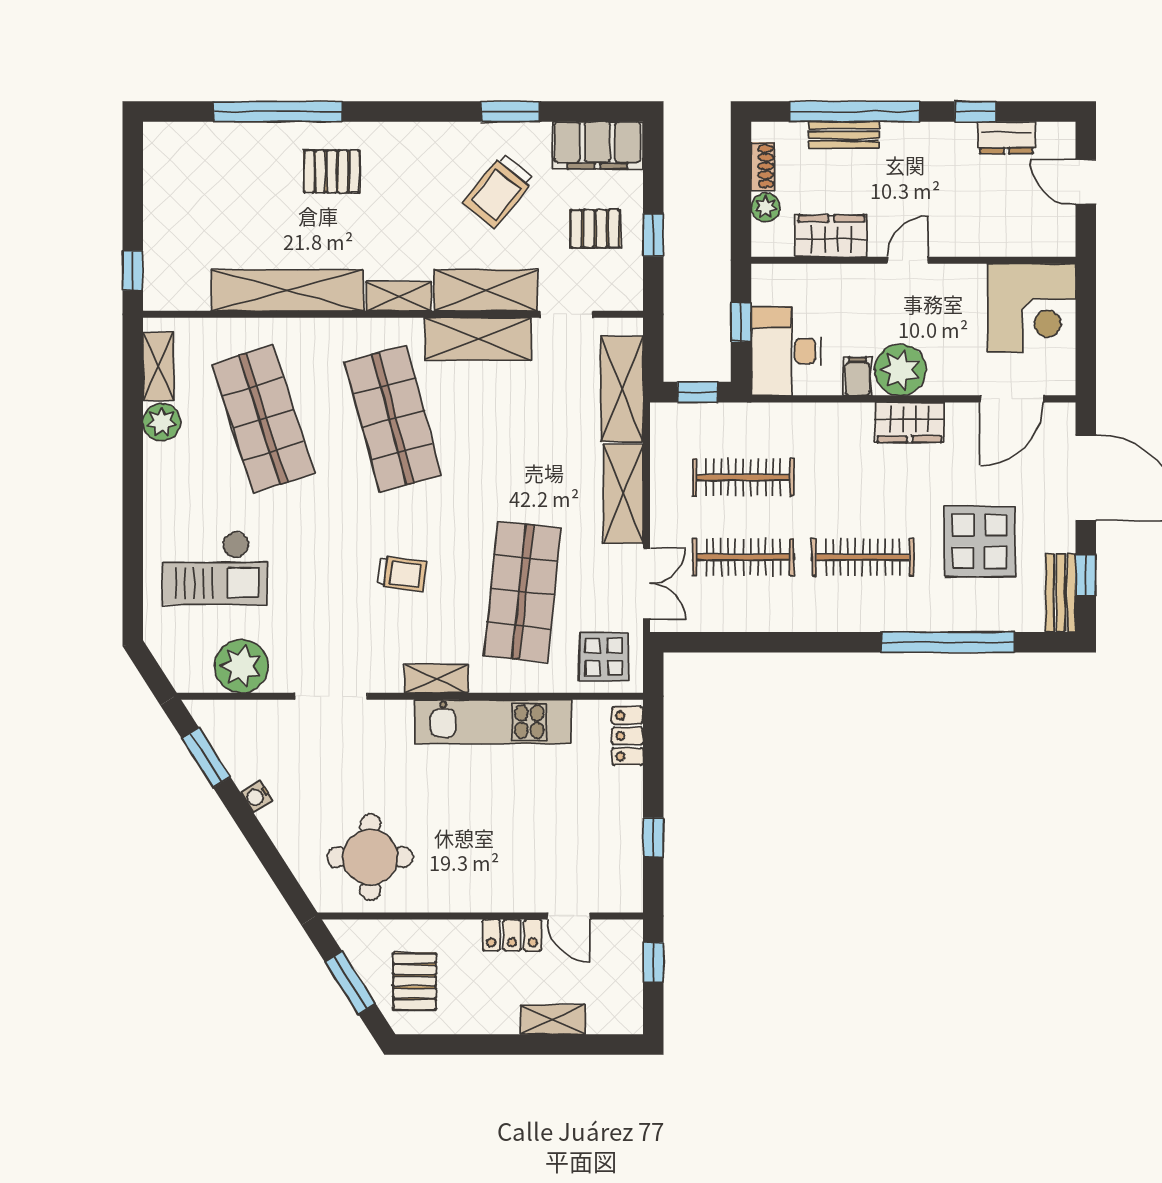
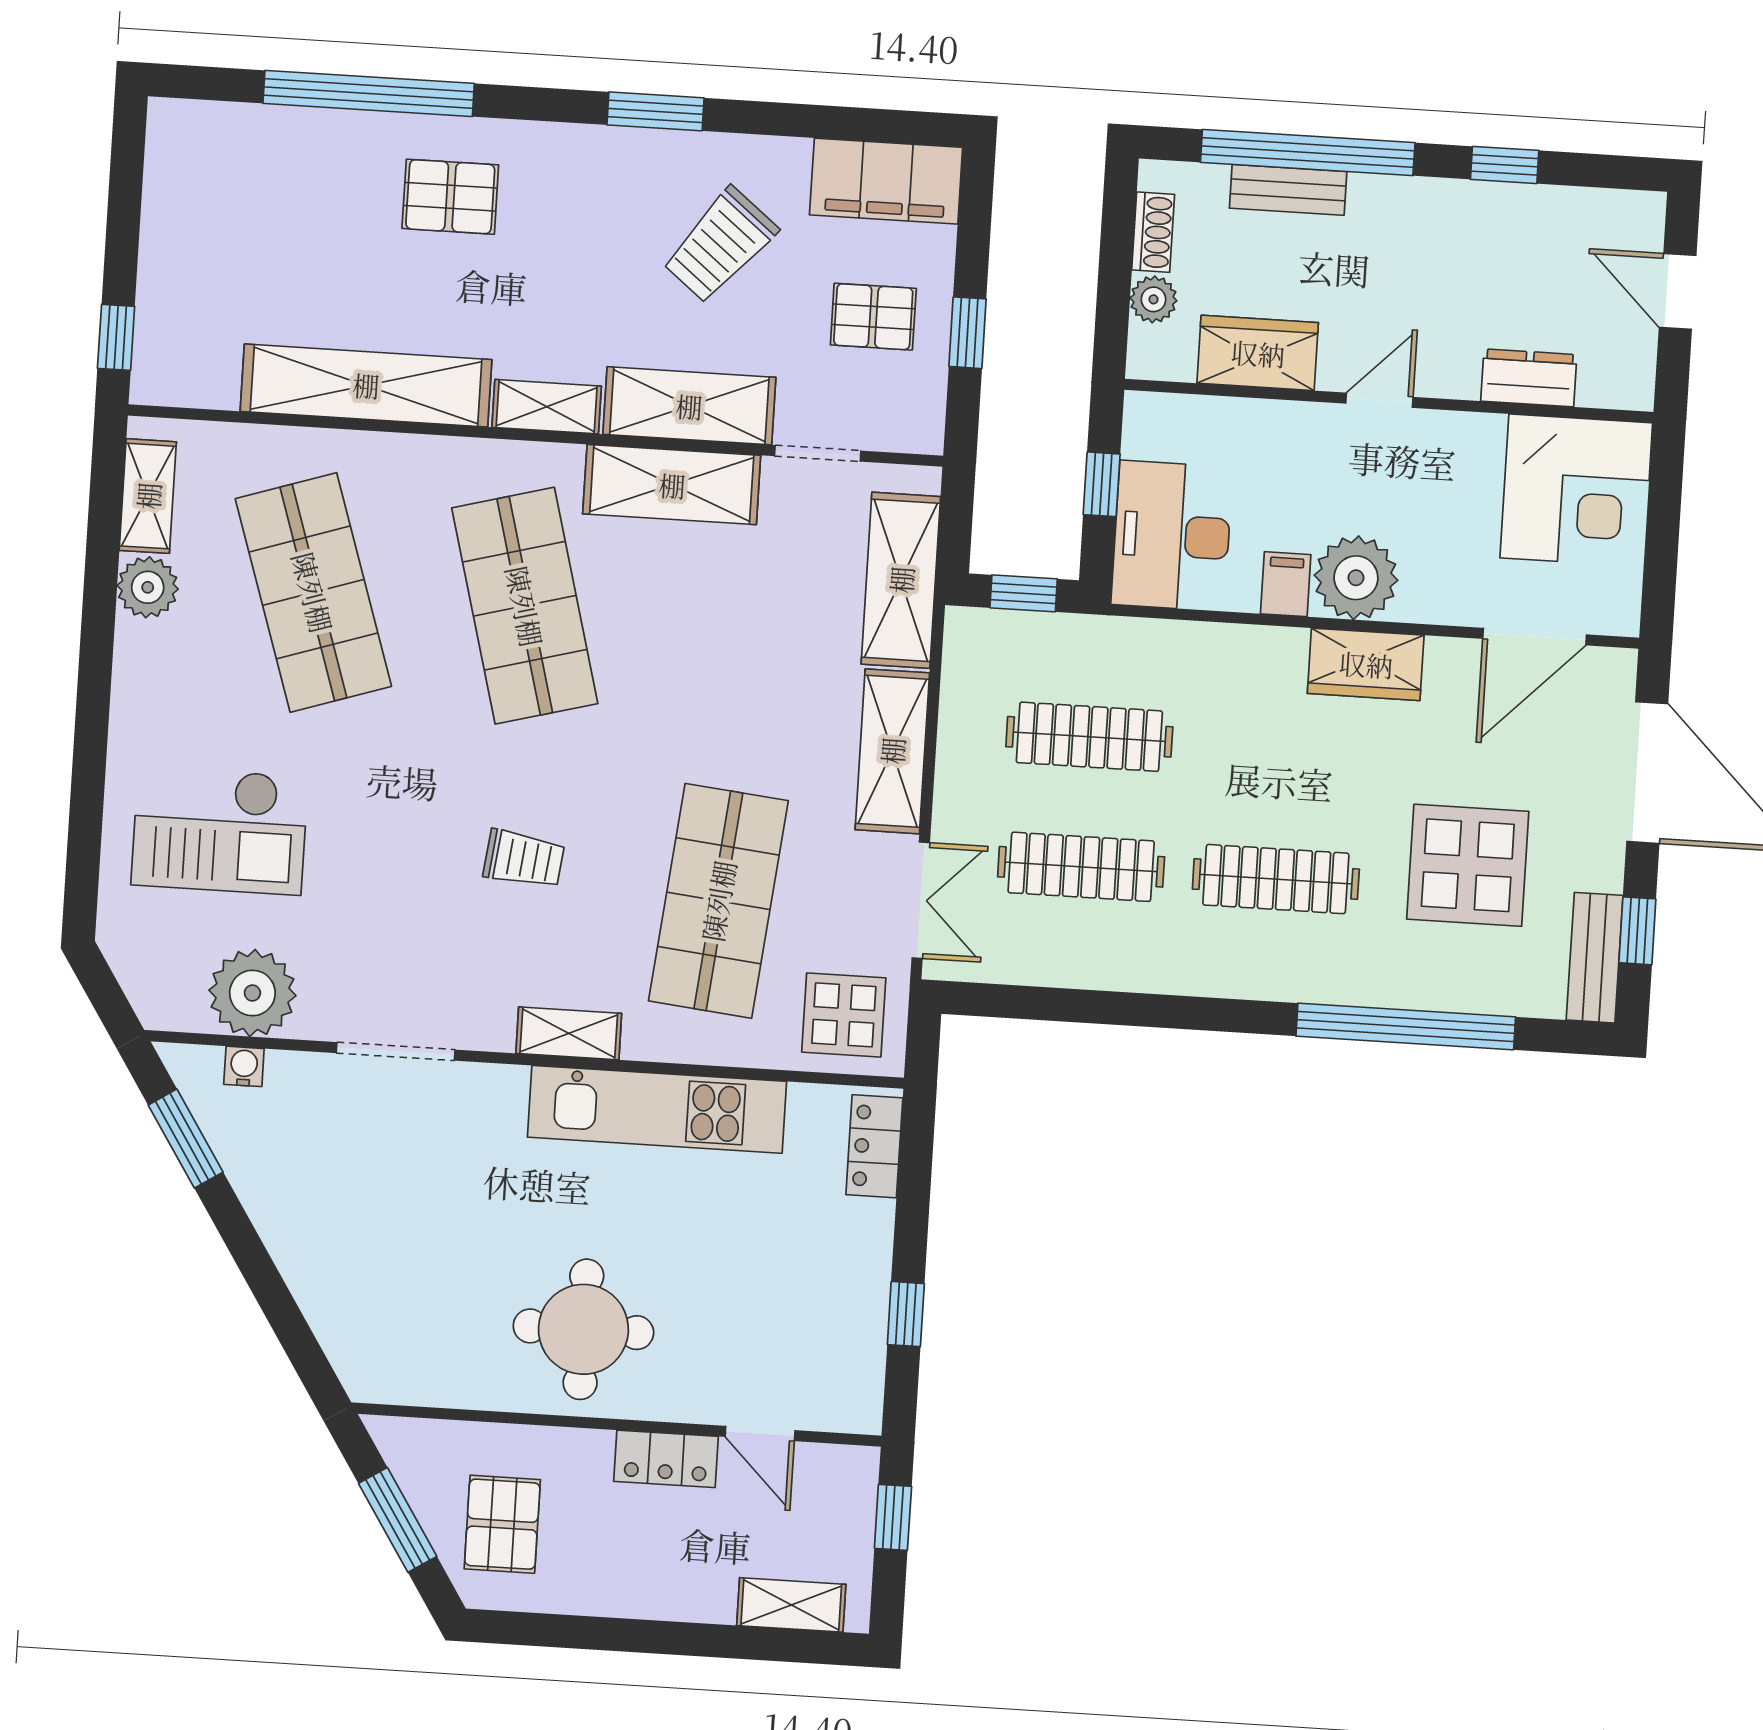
window: (510, 112) -> (655, 111), moved
dresser: (1006, 138) -> (1529, 378), moved, turned 180
water cooler: (257, 796) -> (244, 1066), moved, turned 123
round table: (370, 857) -> (583, 1329), moved
shelving: (553, 1020) -> (791, 1605), moved

